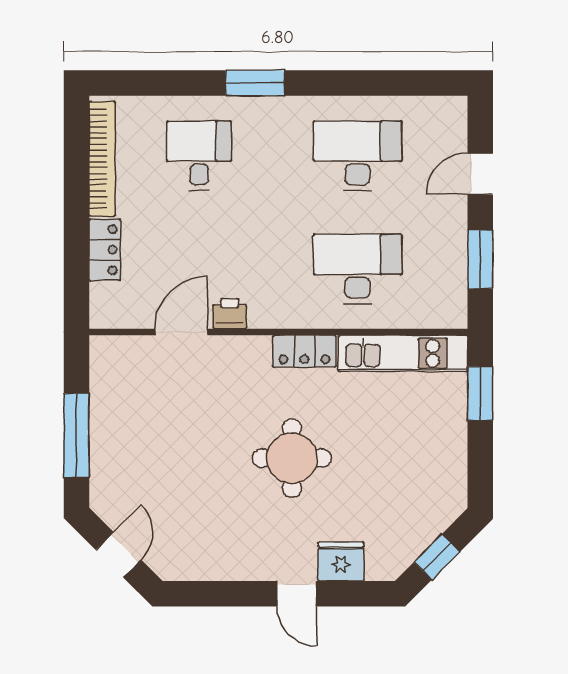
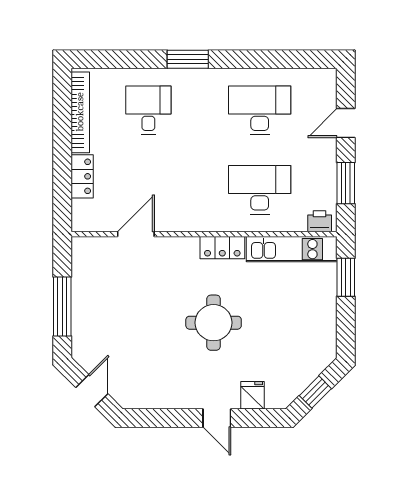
printer: (230, 314) -> (320, 221), moved
fridge: (341, 562) -> (252, 395), width x0.72

